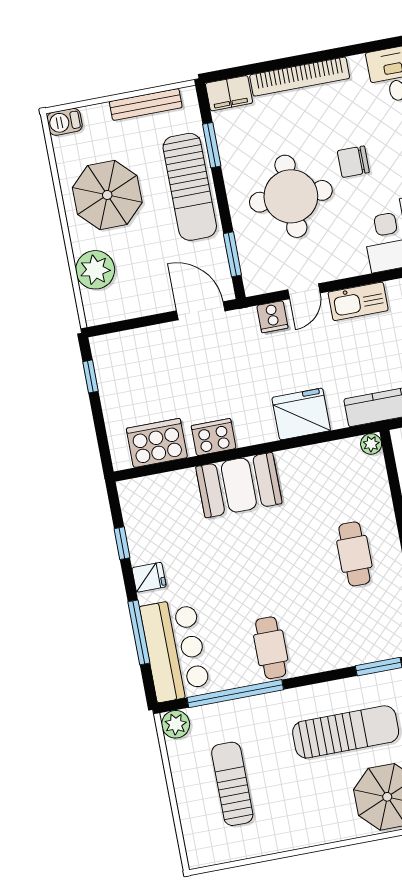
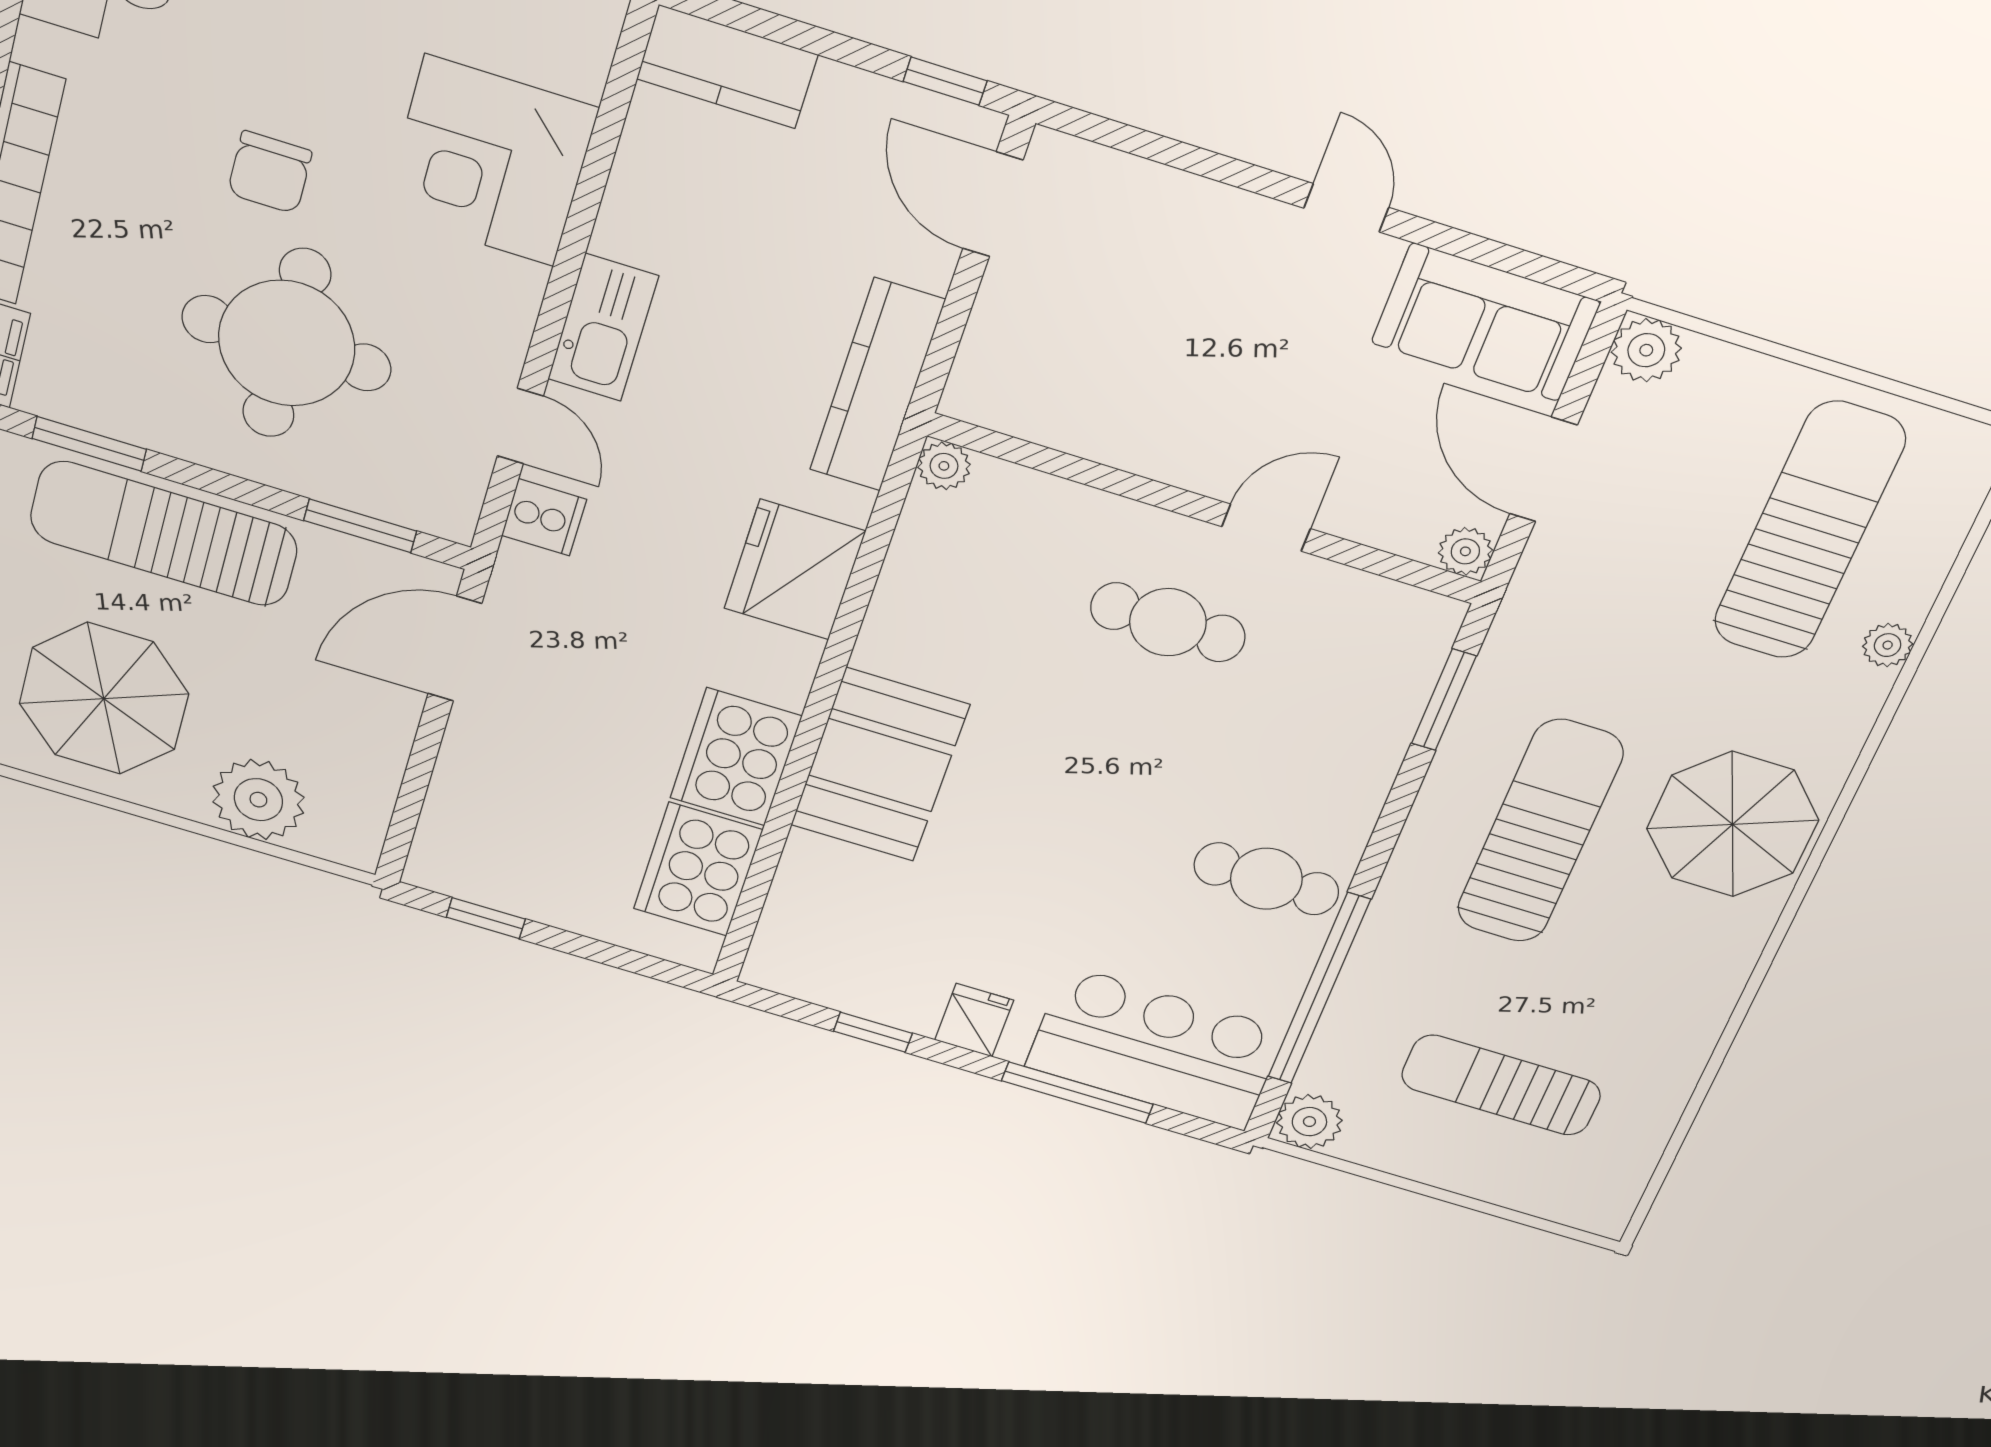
sun lounger: (190, 187) -> (164, 534), turned 180
cooker: (214, 437) -> (736, 757), width x1.37, depth x1.31

